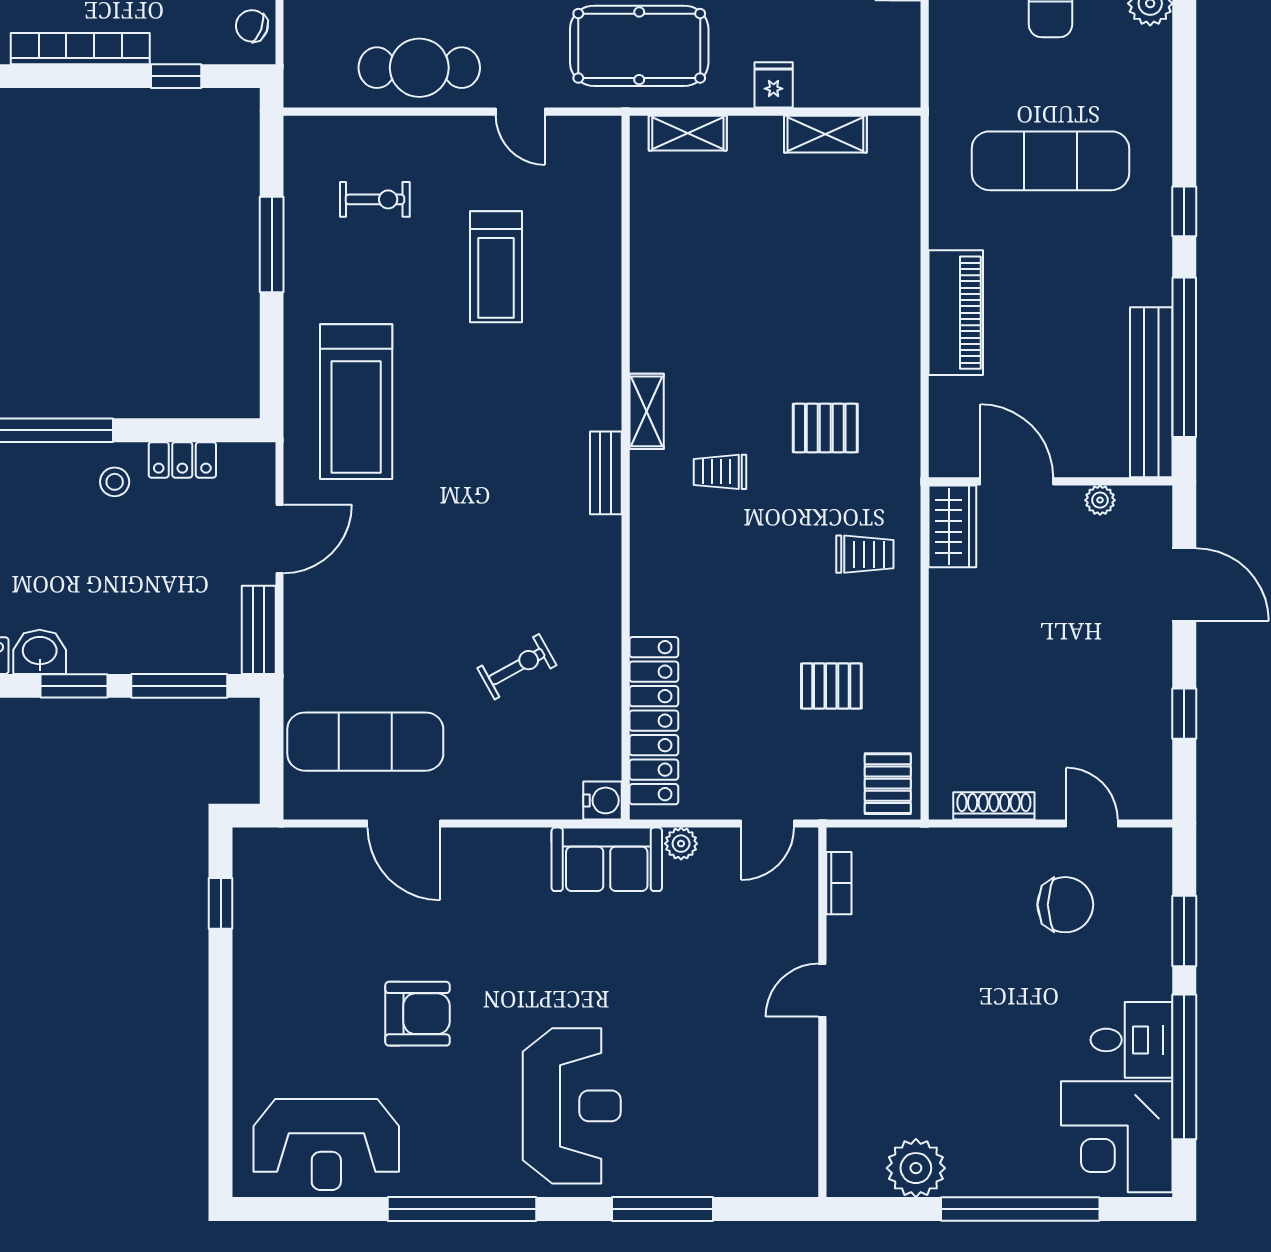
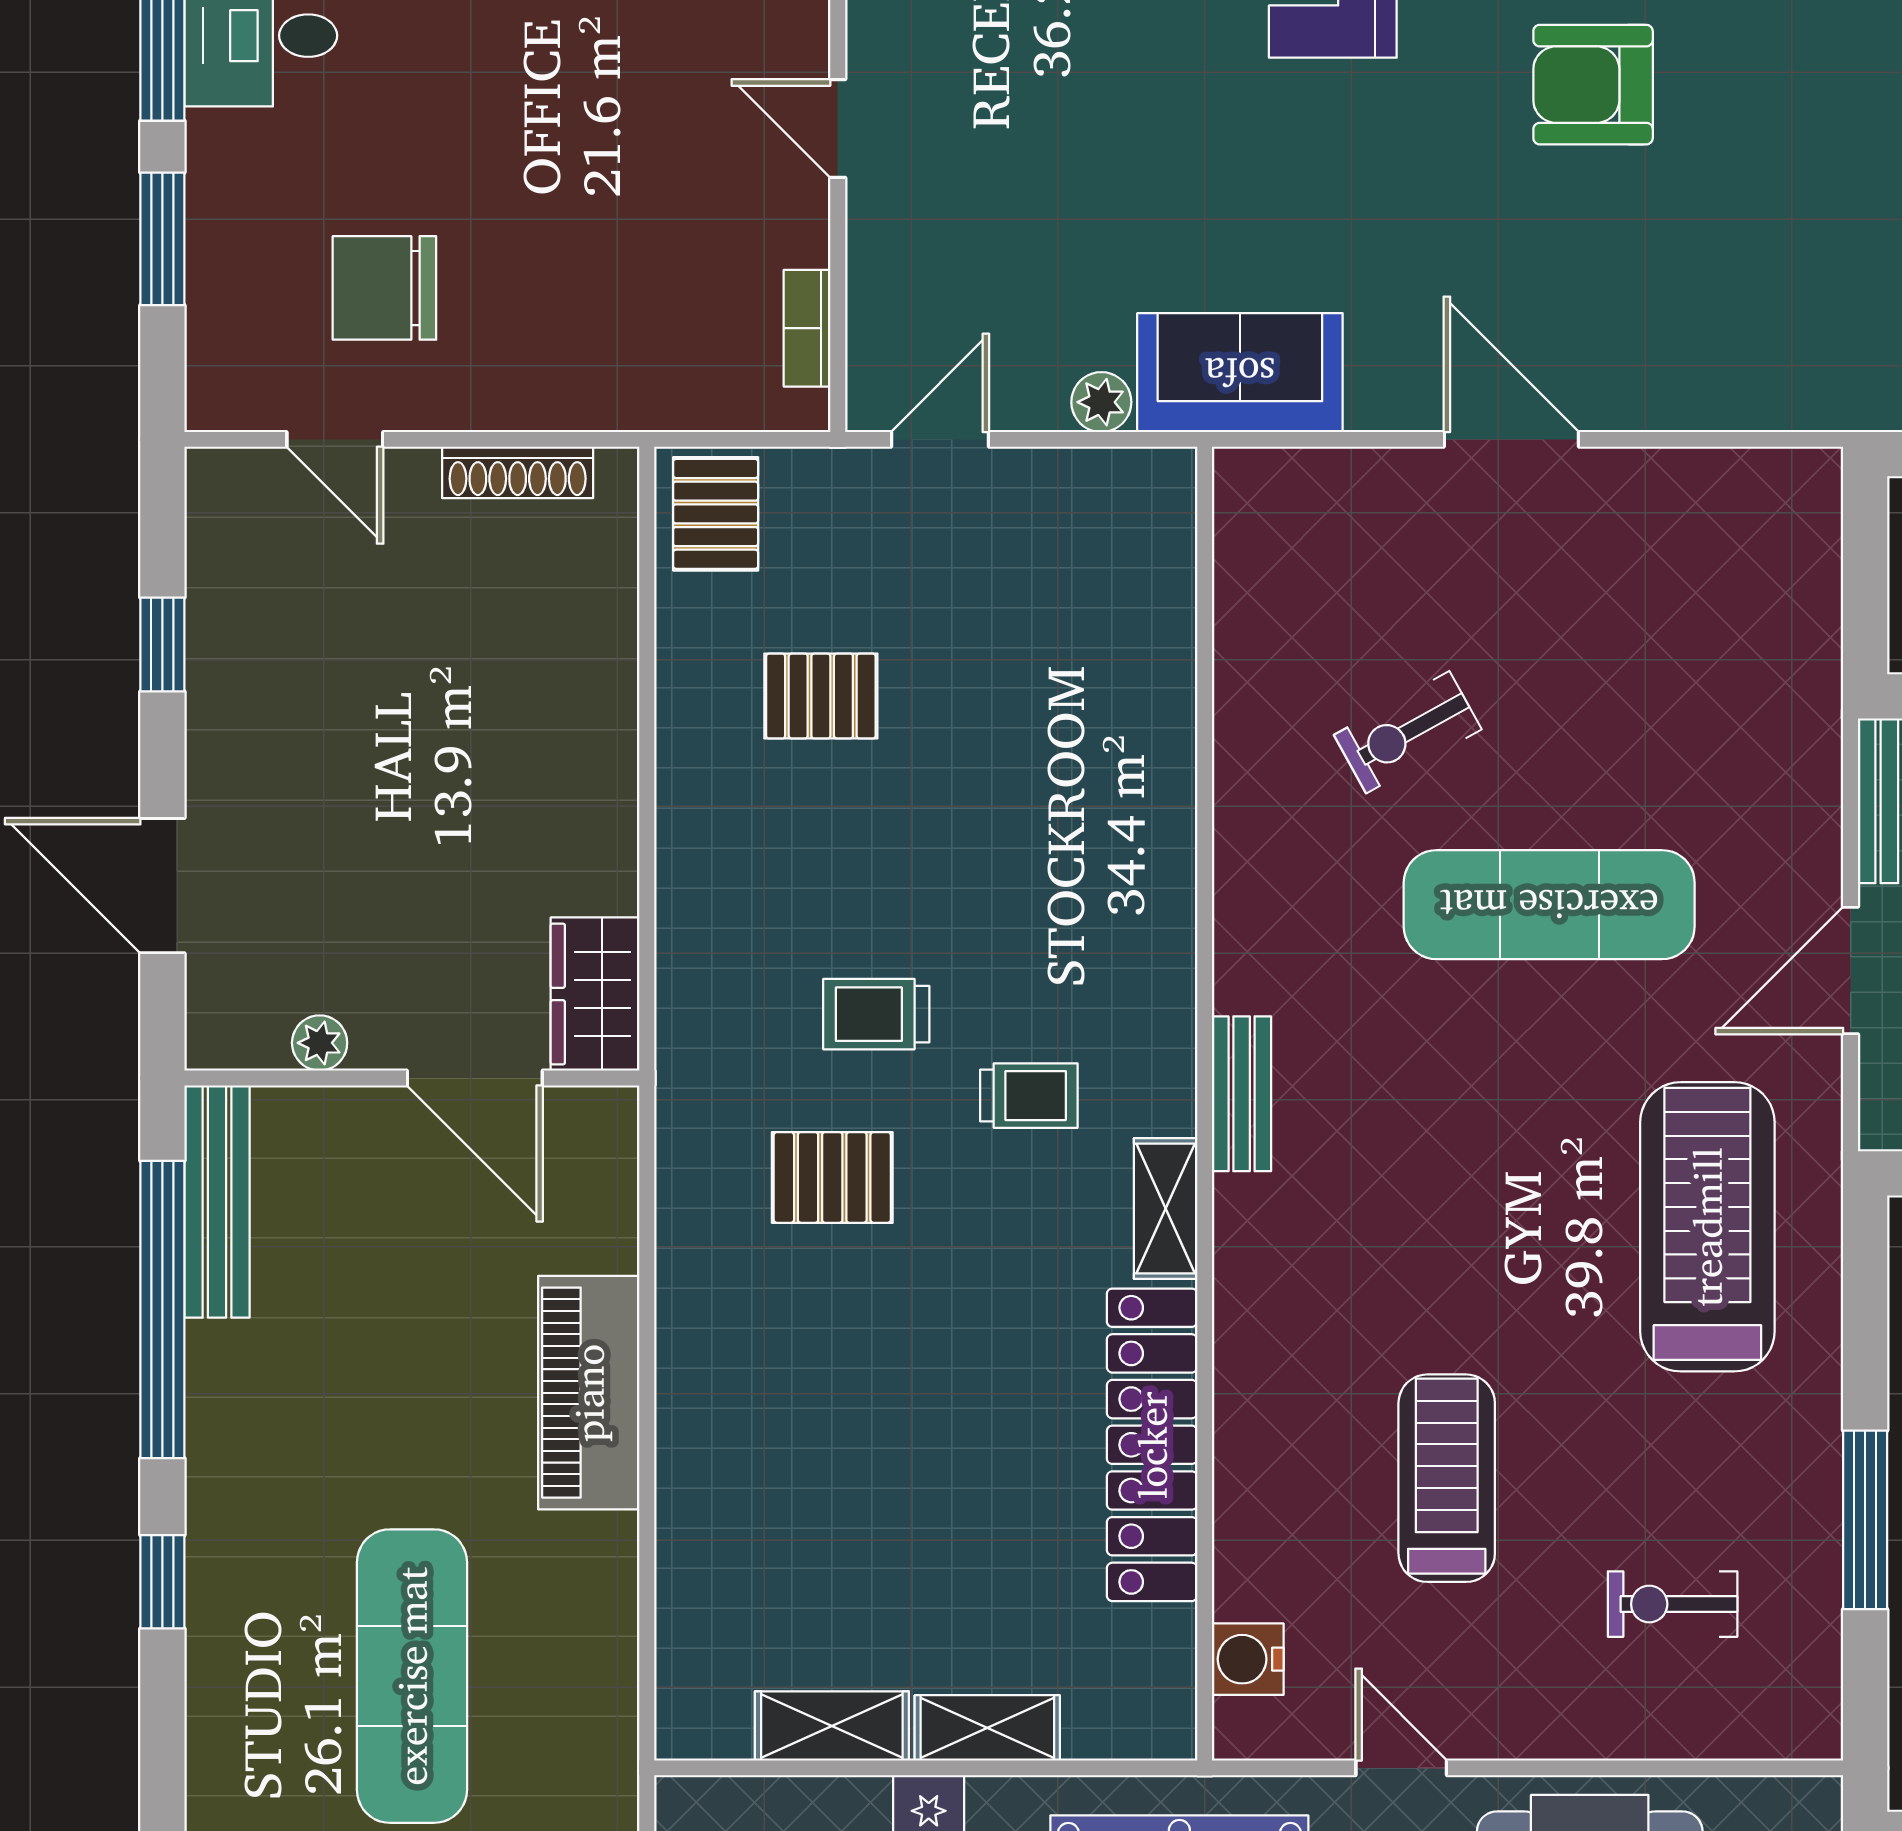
shelving: (688, 133) -> (987, 1728), moved
exercise mat: (1050, 161) -> (412, 1676), turned 90
bench: (1151, 392) -> (217, 1201), width x0.73, depth x0.82
trolley: (865, 554) -> (876, 1014), moved
locker: (654, 721) -> (1152, 1445), moved
exercise mat: (365, 742) -> (1549, 905), moved
water cooler: (603, 800) -> (1248, 1659), moved
door: (404, 824) -> (1511, 439), moved
door: (822, 990) -> (838, 129), swing flipped

